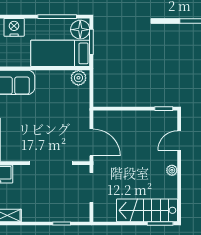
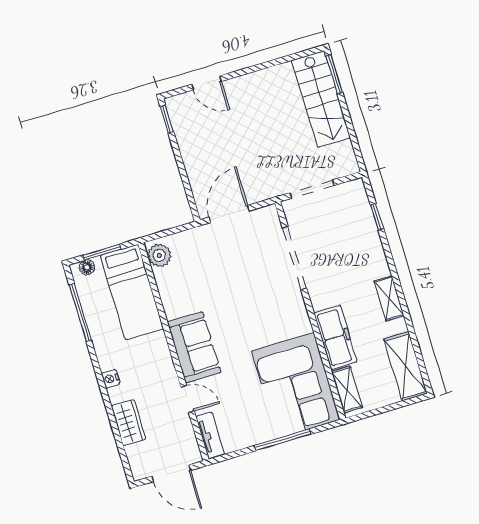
nightstand: (14, 27) -> (111, 379), width x0.53, depth x0.56
floor lamp: (80, 30) -> (87, 267), width x0.53, depth x0.53
door: (91, 142) -> (229, 214), moved
plant: (172, 170) -> (252, 80), removed

